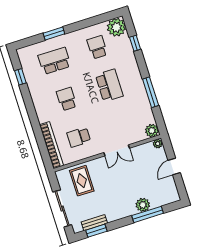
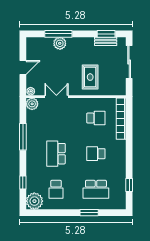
school desk: (67, 99) -> (96, 154), turned 90
double door: (117, 150) -> (56, 97), moved
rug: (82, 181) -> (90, 77), moved

